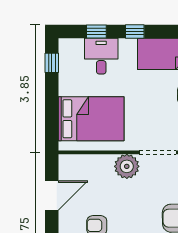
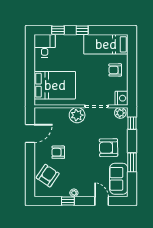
desk: (101, 56) -> (45, 46), moved
window: (52, 63) -> (30, 50), removed

